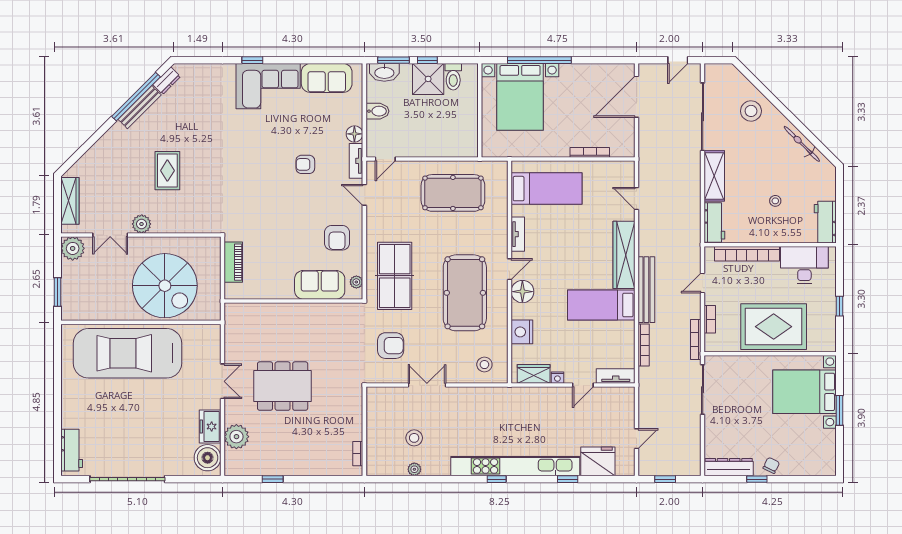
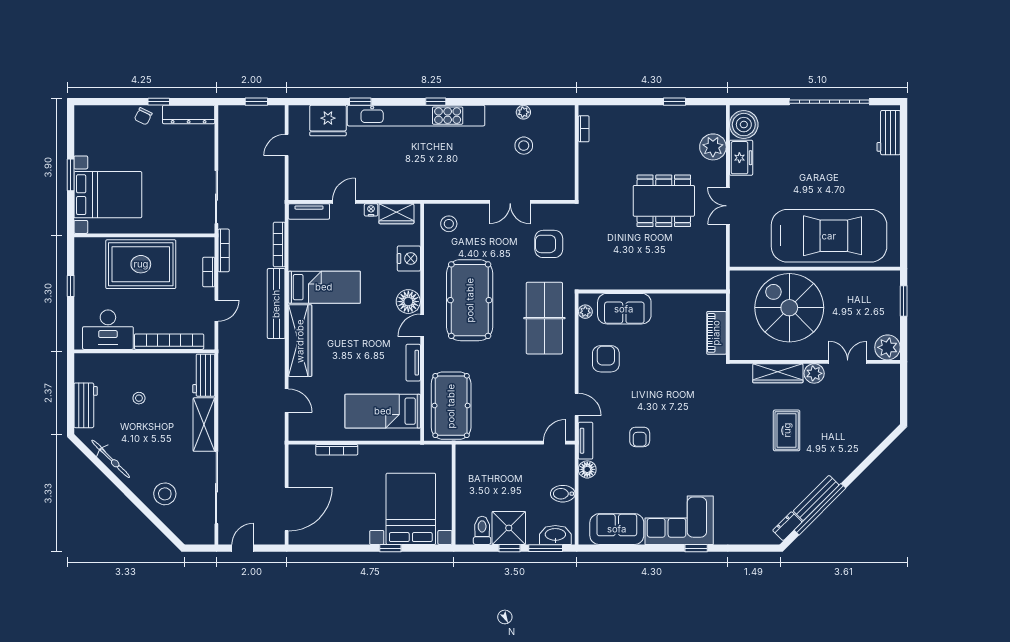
window: (539, 60) -> (390, 548), width x0.32
armchair: (305, 164) -> (640, 437), turned 90
pool table: (453, 193) -> (451, 406), moved, turned 90
wardrobe: (70, 201) -> (778, 373), moved, turned -90
workbench: (825, 222) -> (86, 405), moved

